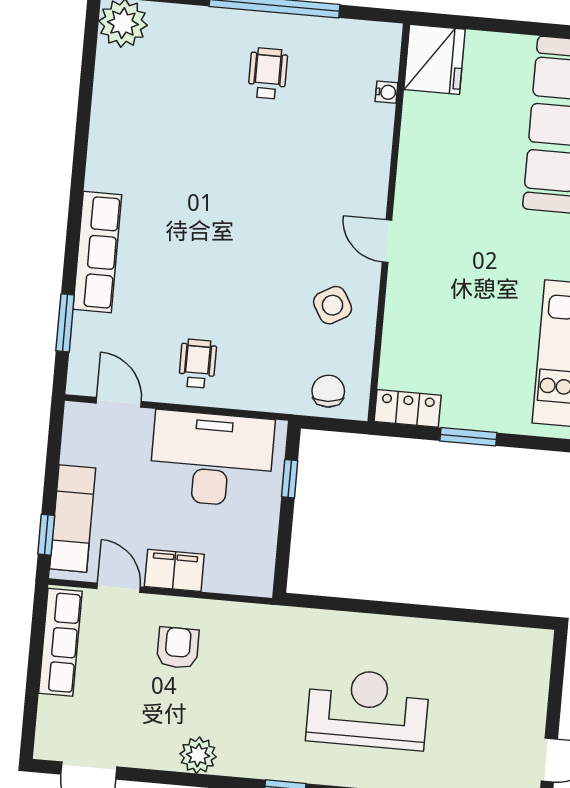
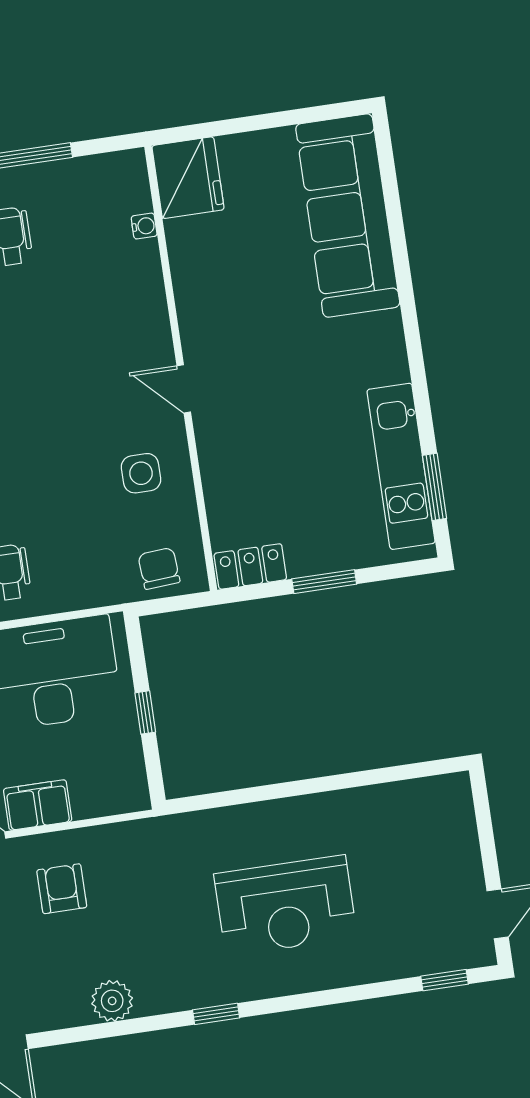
side table: (333, 305) -> (141, 473), turned 30
window: (290, 479) -> (145, 712), moved
reception desk: (368, 709) -> (286, 906), turned 180

